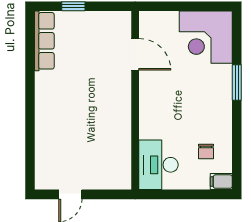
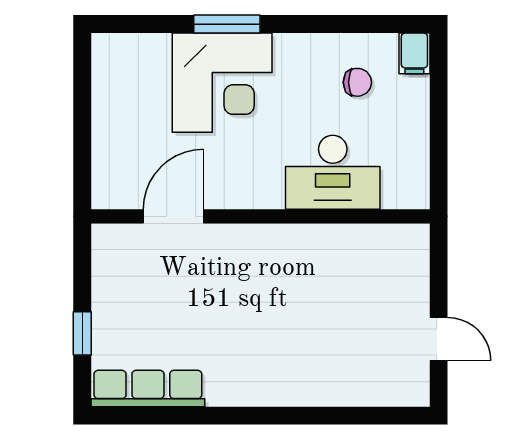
corner desk: (206, 37) -> (222, 83), moved
desk: (158, 165) -> (333, 172), moved

